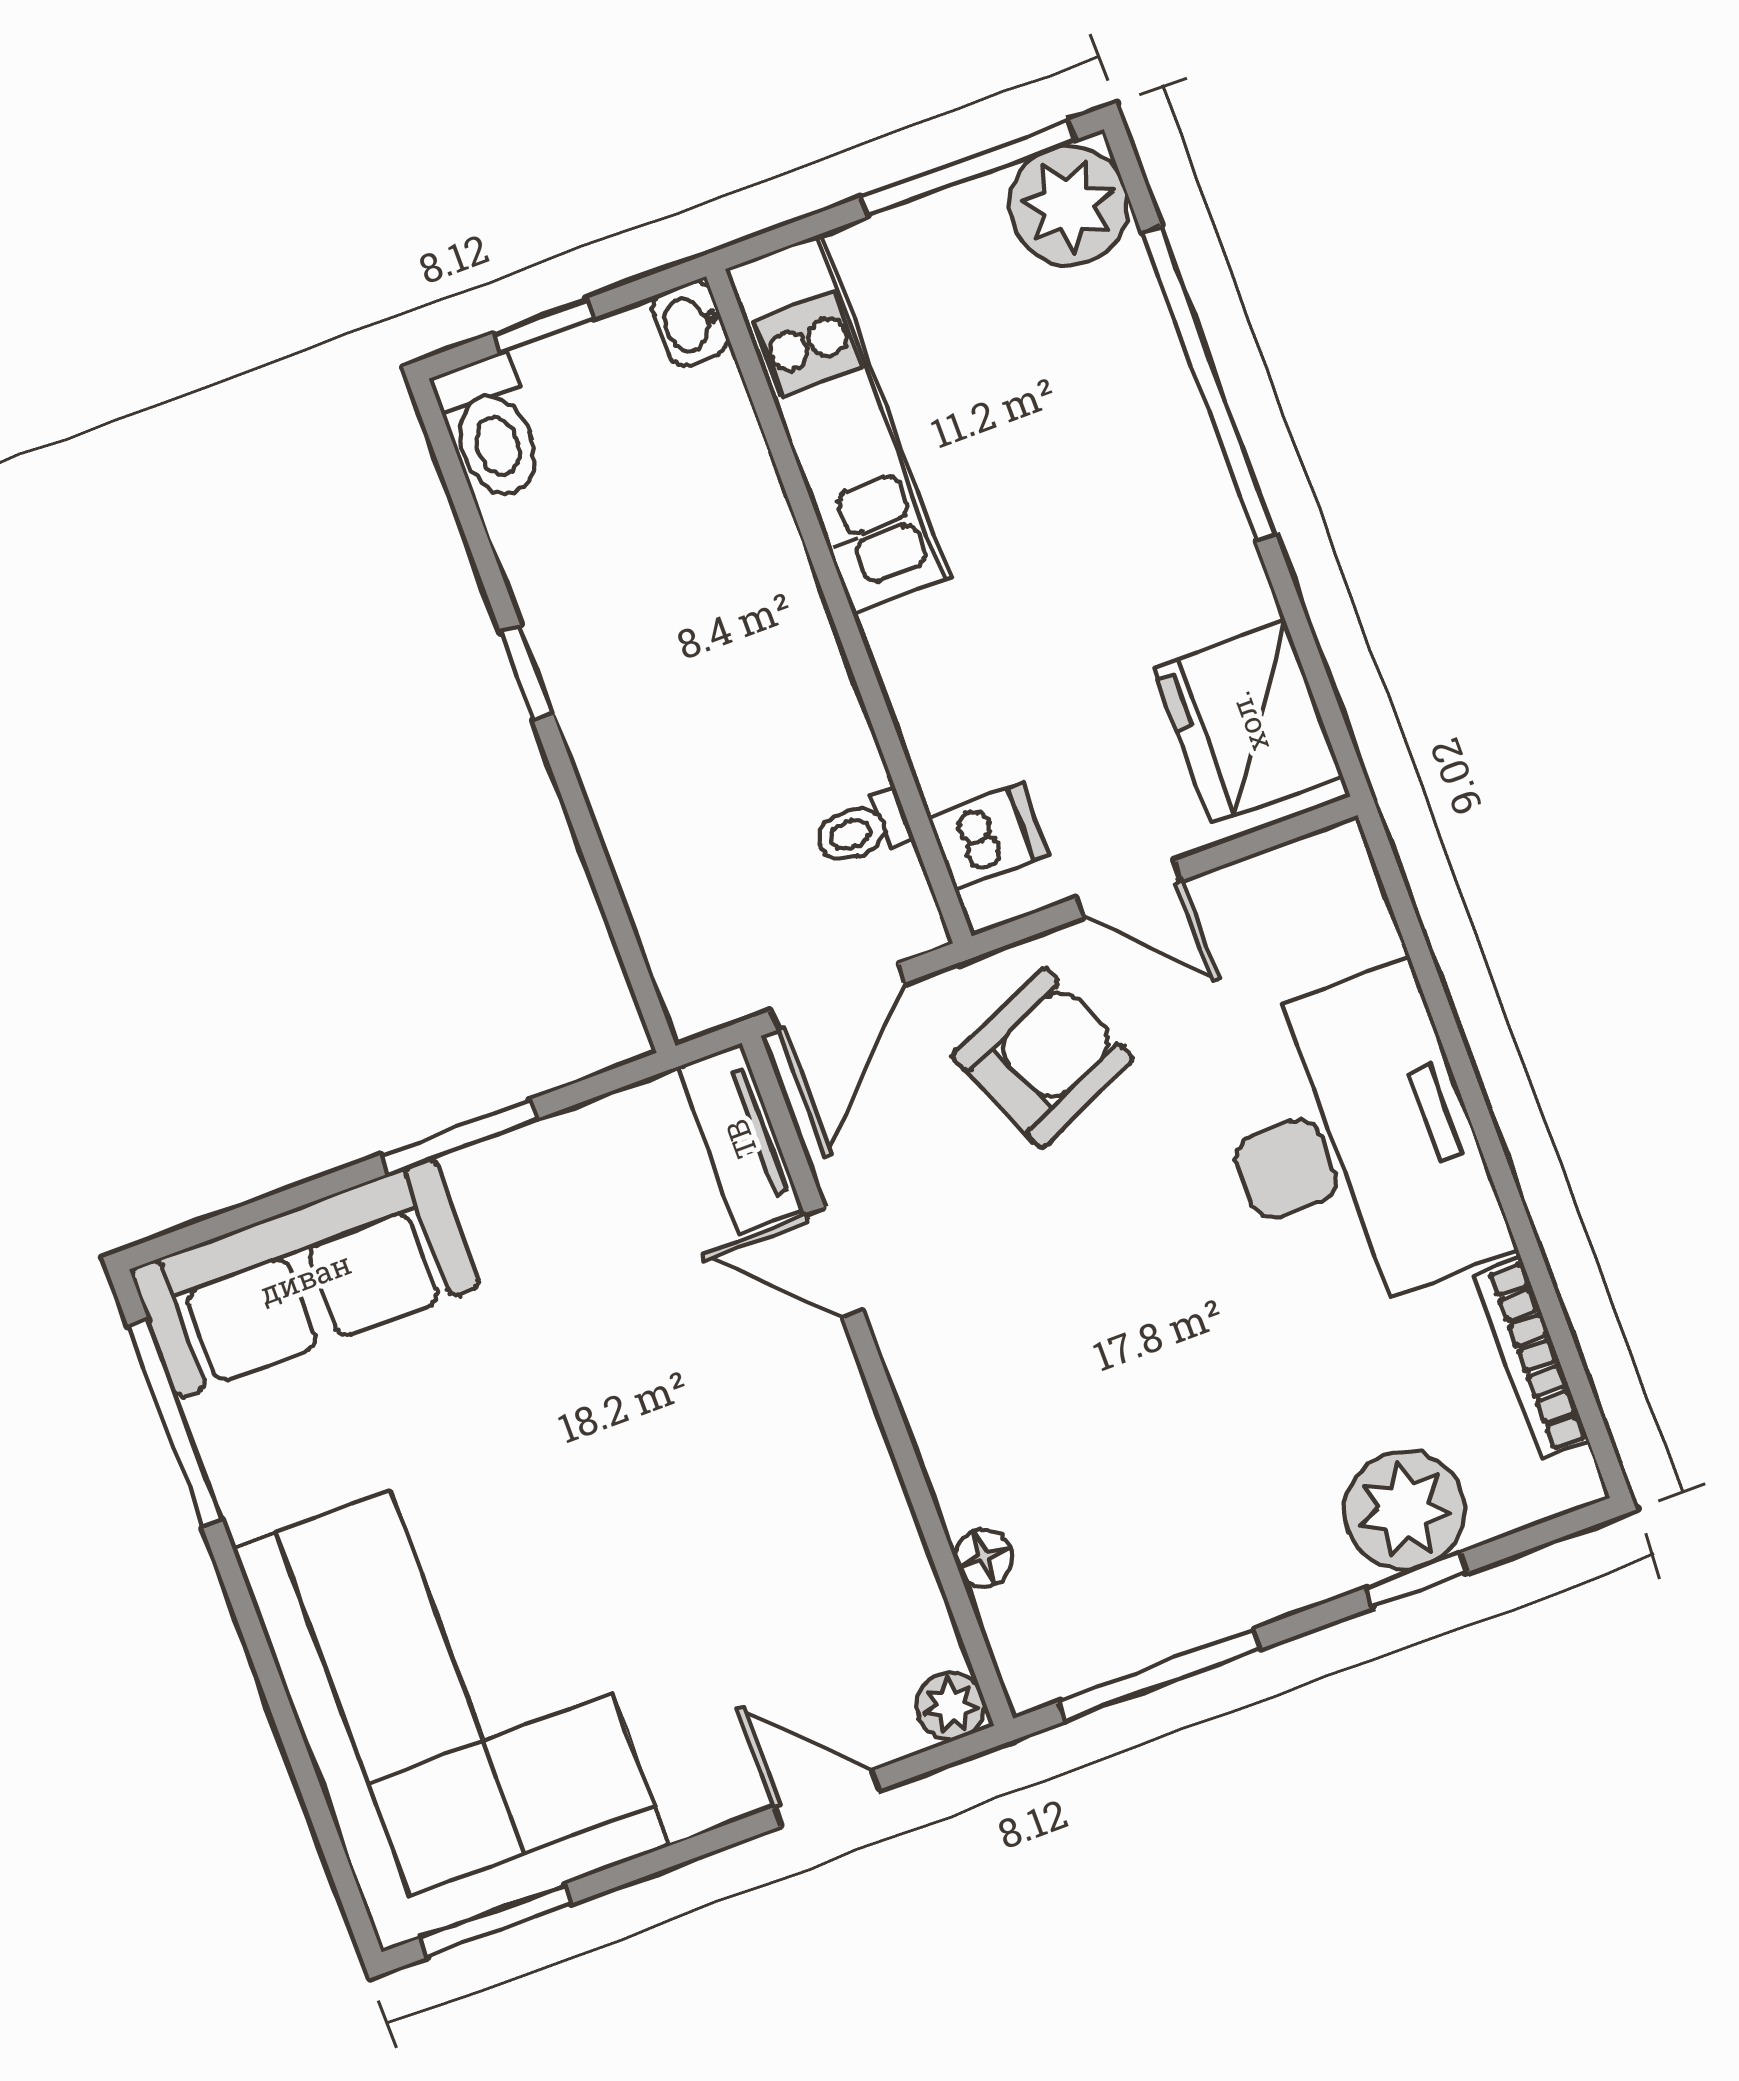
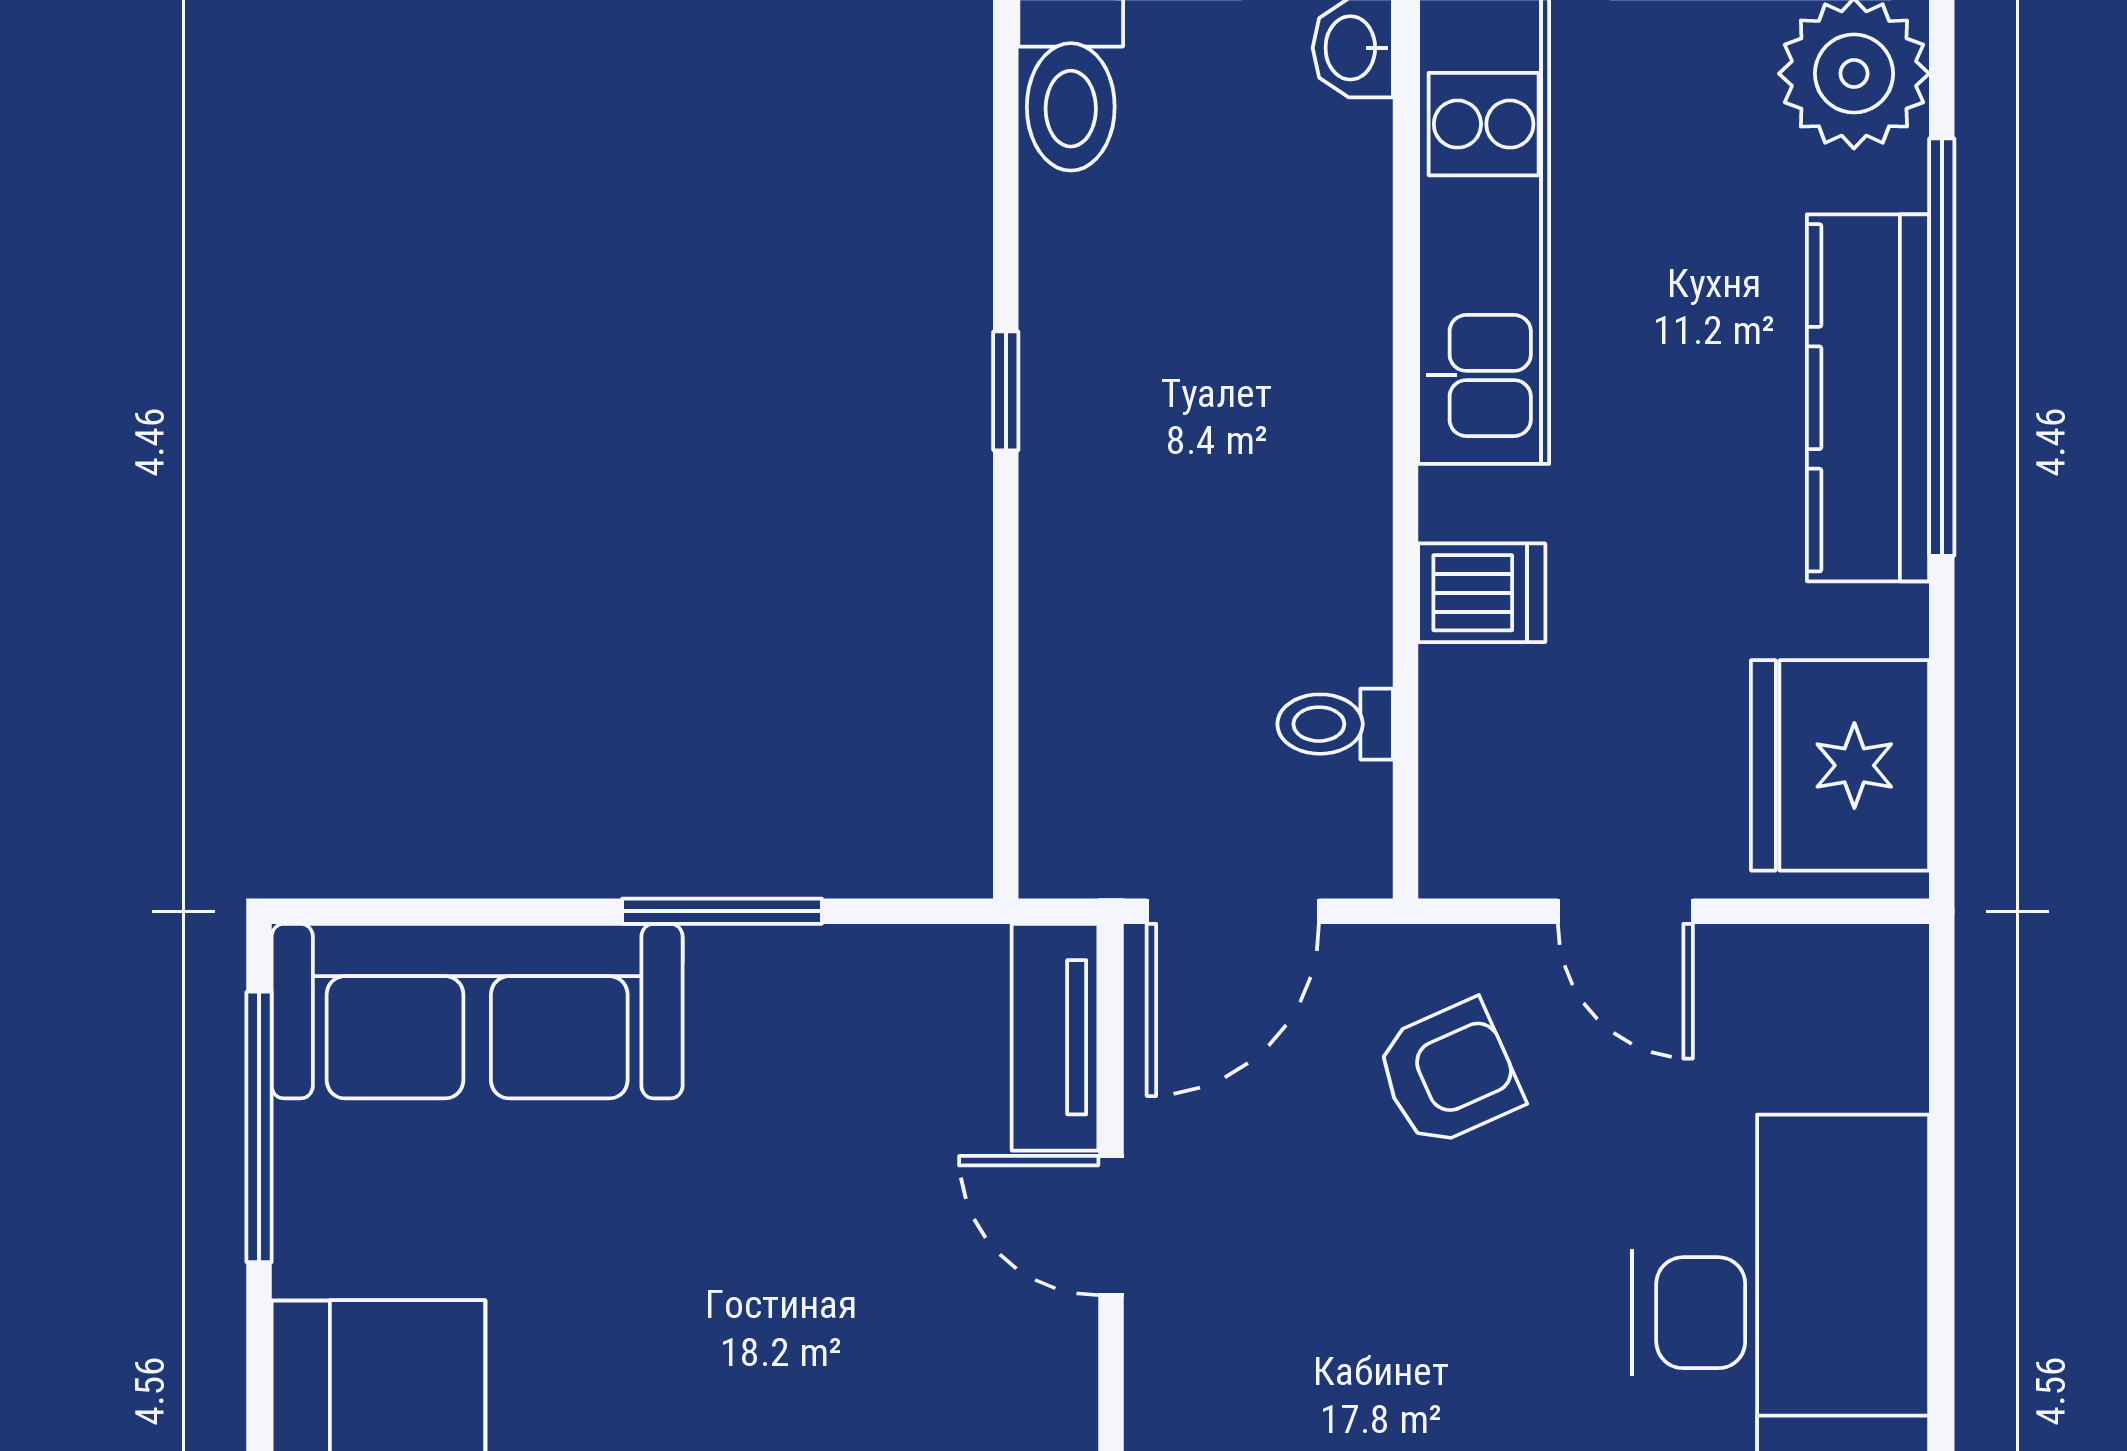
kitchen counter: (1168, 442) -> (1868, 398), added
dishwasher: (988, 837) -> (1482, 593), moved
armchair: (1043, 1058) -> (1449, 1074), width x0.72, depth x0.72

